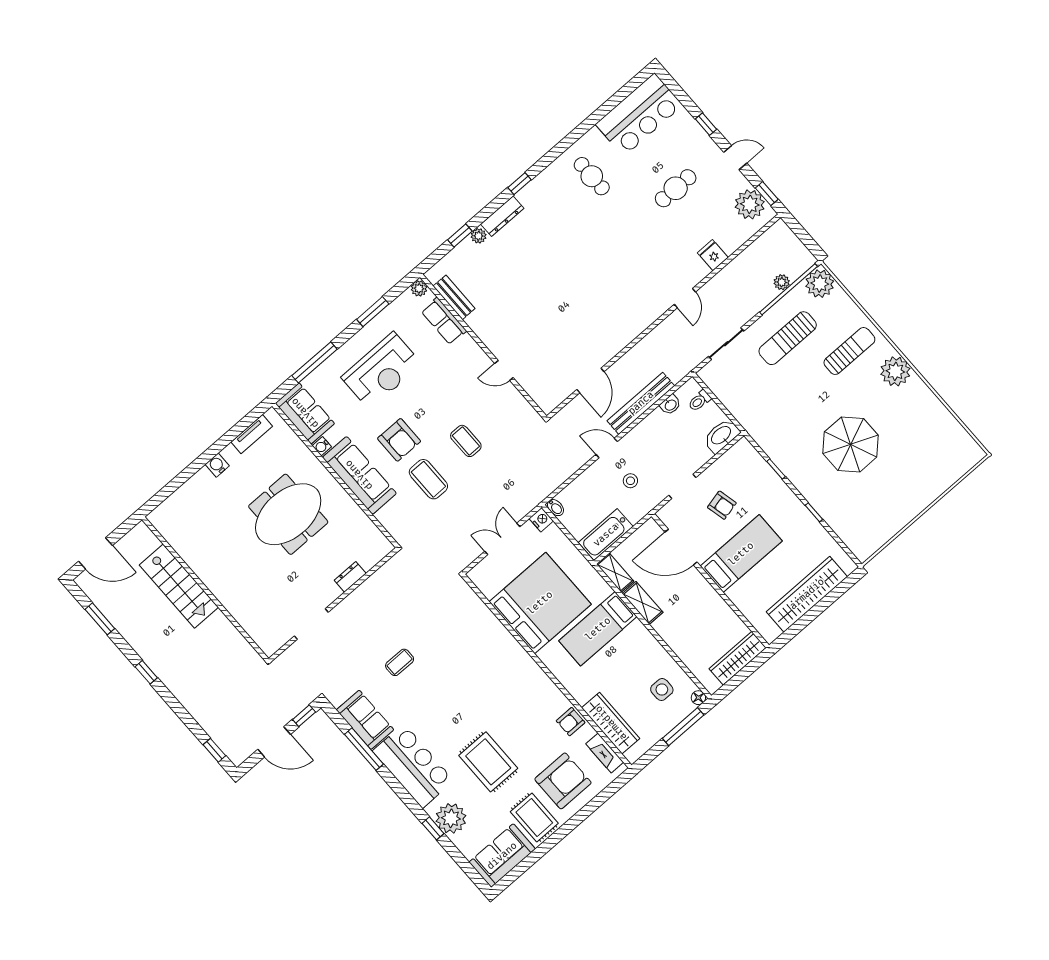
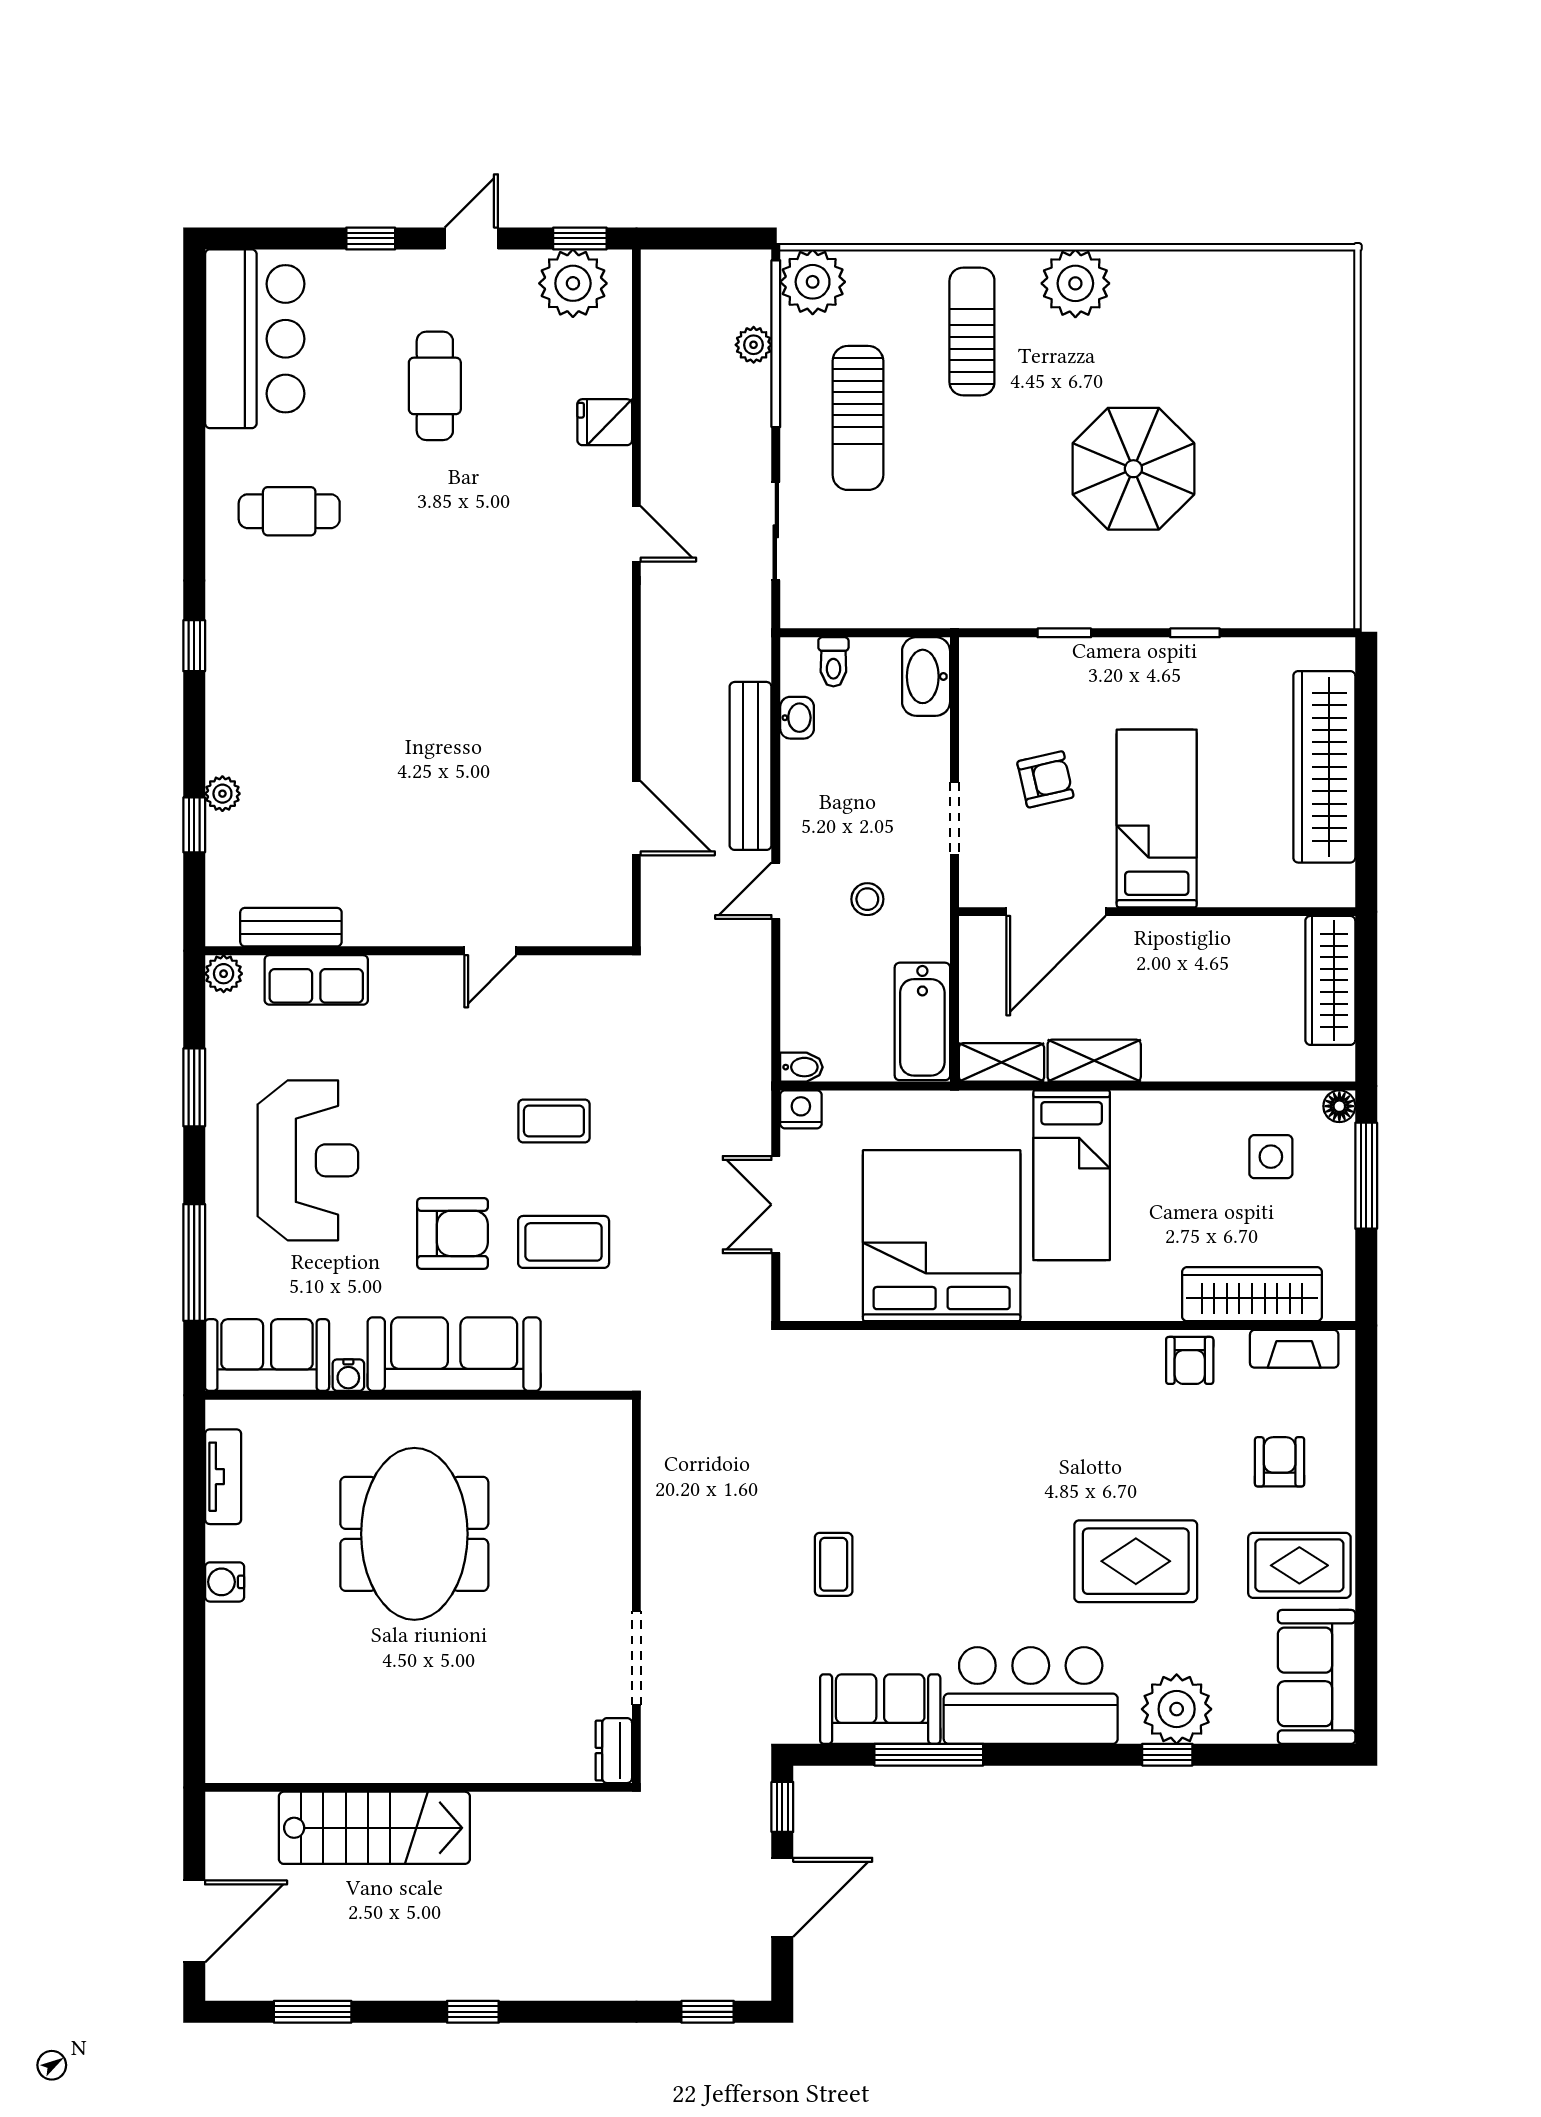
dresser: (502, 216) -> (224, 724), removed
dresser: (350, 577) -> (614, 1751), moved
armchair: (563, 781) -> (1280, 1462), width x0.53, depth x0.53

